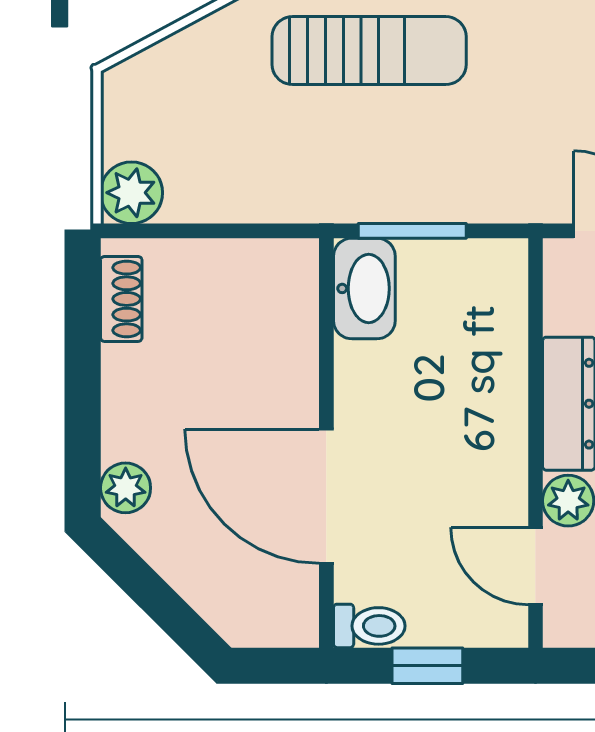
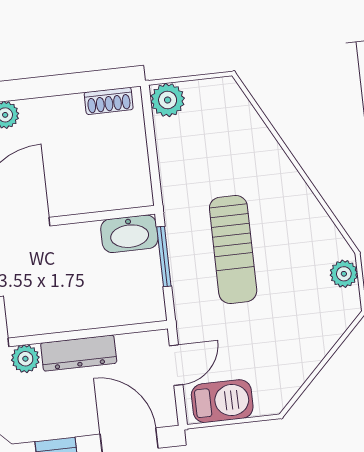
sun lounger: (369, 51) -> (233, 250), moved

